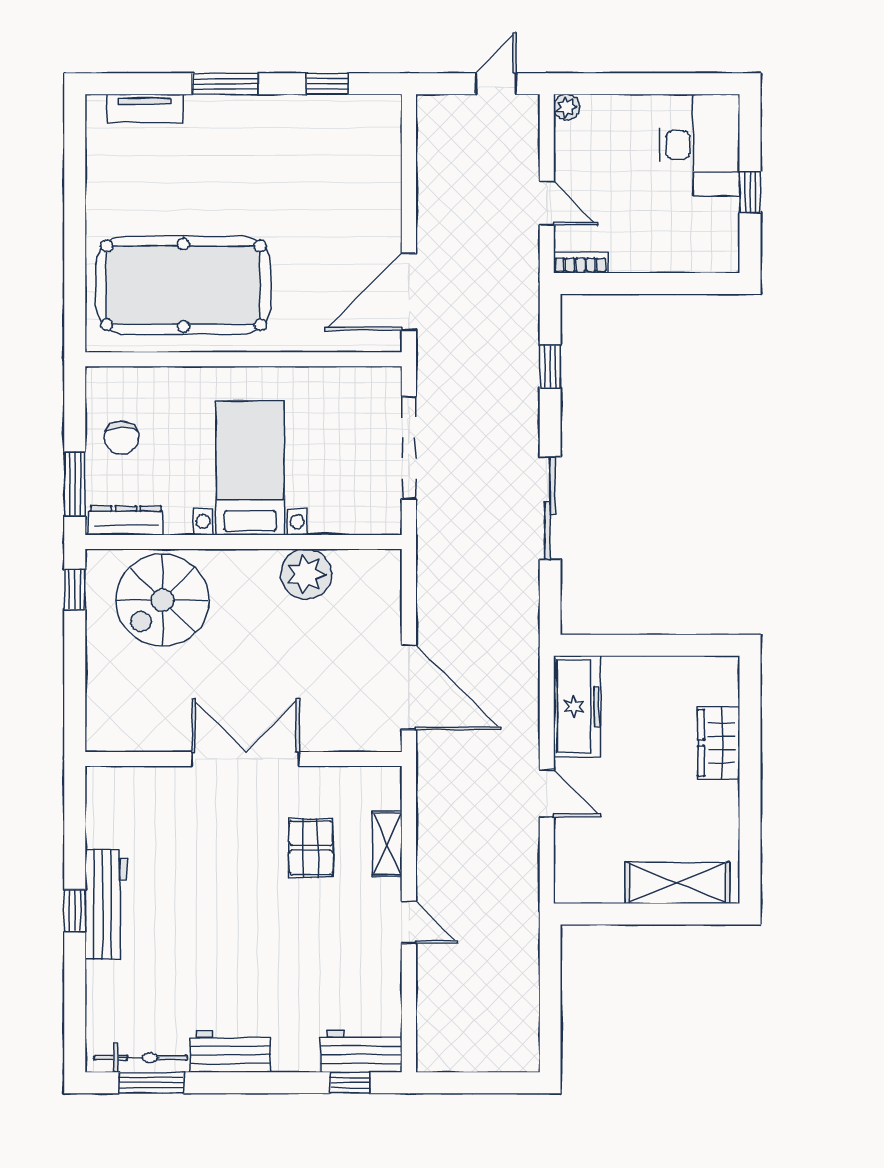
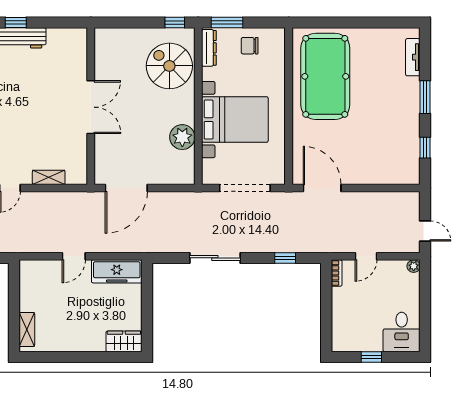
desk: (700, 145) -> (402, 332), width x0.73
bed with nightstands: (250, 468) -> (235, 120), width x1.36
wardrobe: (719, 743) -> (124, 341), moved
pallet: (311, 848) -> (47, 139), removed
shelving: (677, 883) -> (27, 330), width x0.67, depth x0.75

